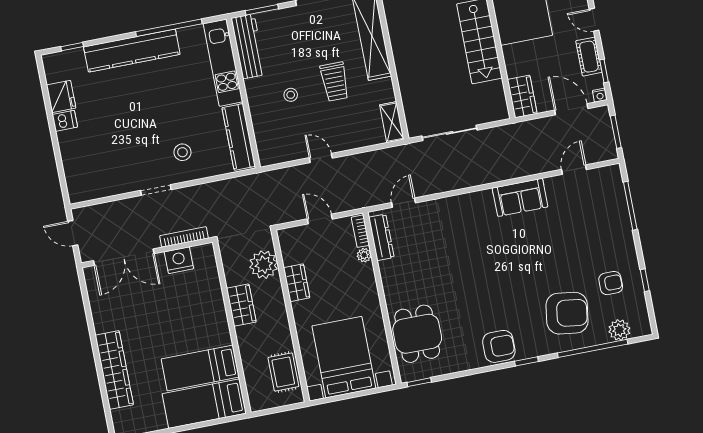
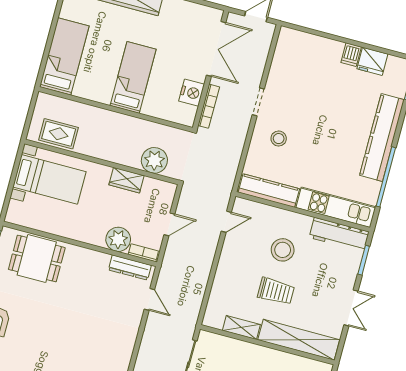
trolley: (335, 82) -> (276, 291), turned 180
stool: (291, 95) -> (283, 250), width x1.89, depth x1.89
shelving: (392, 122) -> (241, 328), moved
door: (321, 158) -> (226, 222), moved
plant: (364, 255) -> (118, 239), width x1.88, depth x1.88
double door: (124, 257) -> (216, 49), swing flipped
wardrobe: (241, 305) -> (130, 126), removed
bed with nightstands: (344, 357) -> (49, 179), width x0.73
bed: (200, 368) -> (133, 77), moved

